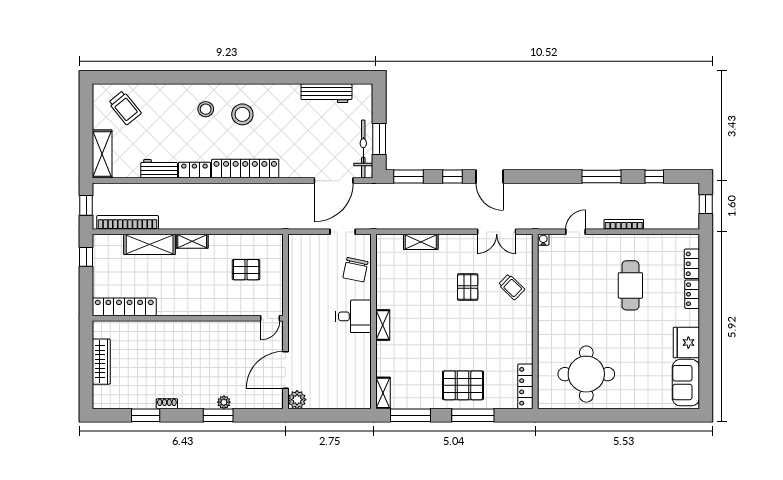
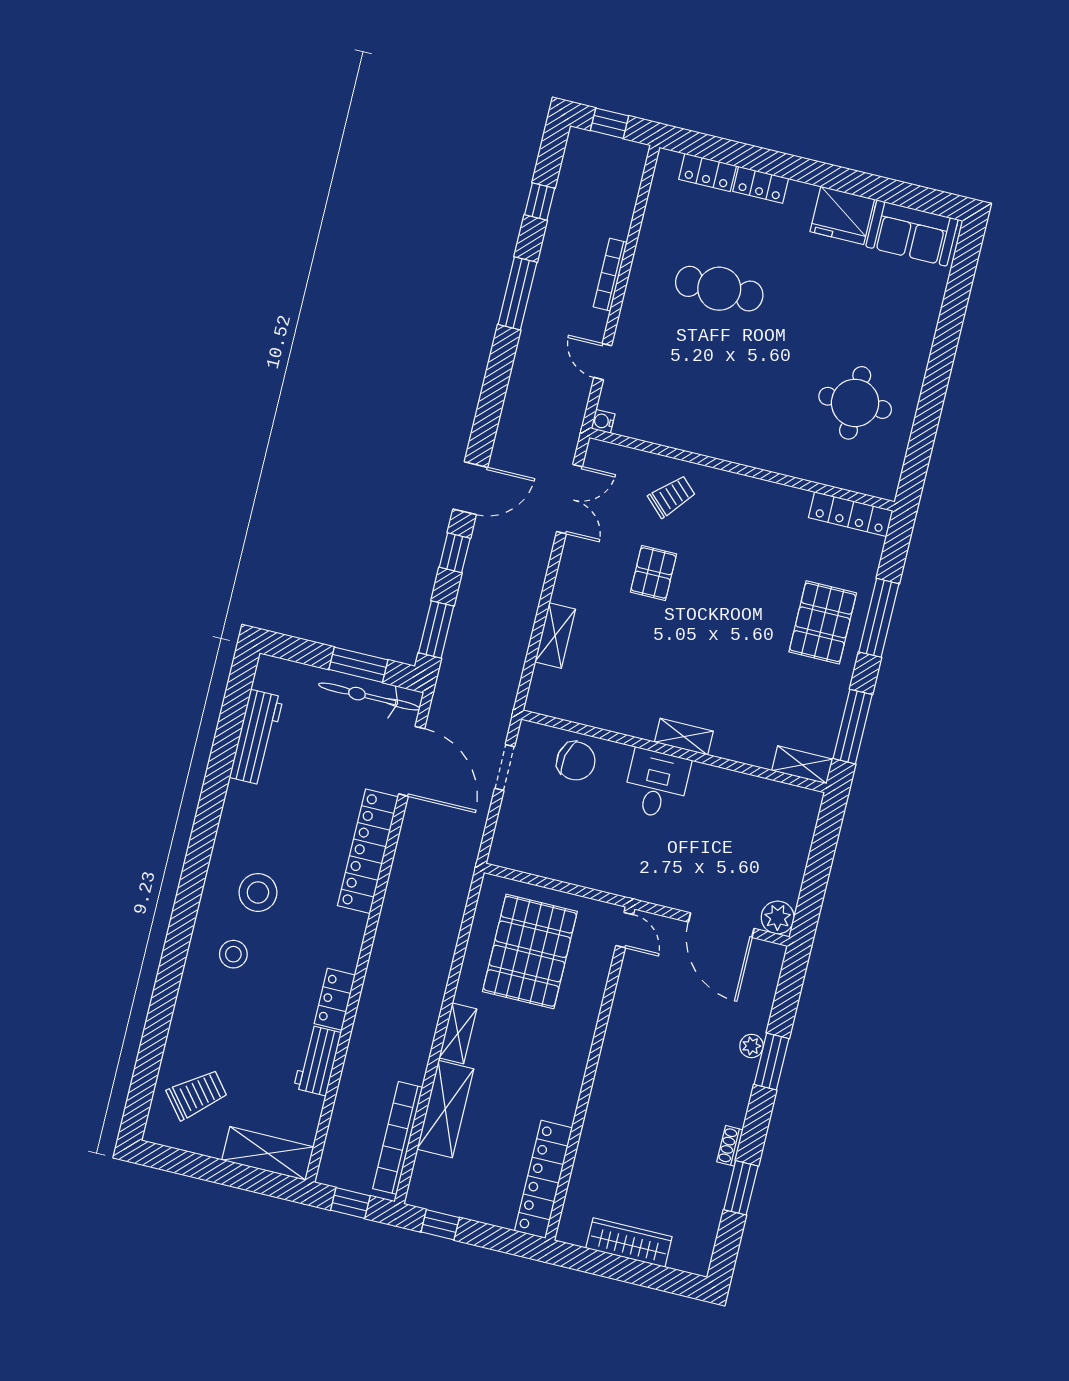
locker: (245, 169) -> (368, 851), moved
pallet: (246, 270) -> (530, 951), width x2.05, depth x2.00
pallet: (468, 287) -> (654, 573), turned 90
round table: (586, 374) -> (855, 403), width x0.73, depth x0.73

